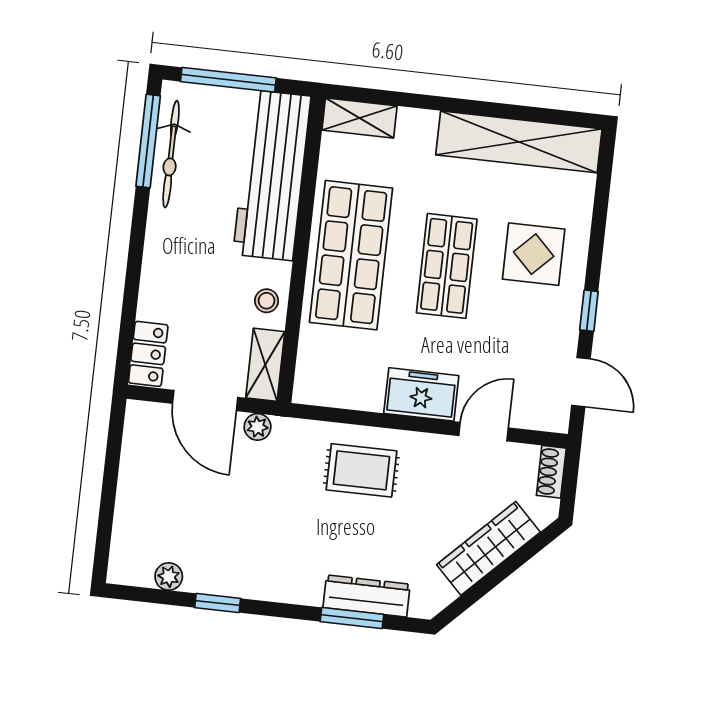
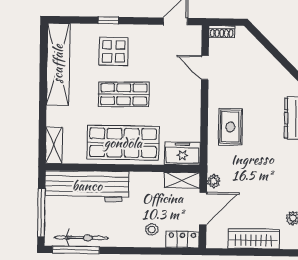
stool: (267, 301) -> (152, 229), moved
window: (589, 311) -> (108, 20), moved
freezer: (421, 394) -> (182, 154), moved, turned 90
wardrobe: (488, 548) -> (253, 239), moved, turned 135

